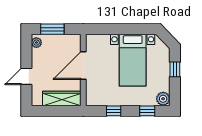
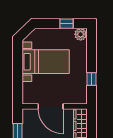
window: (175, 69) -> (67, 24), moved
window: (147, 111) -> (91, 49), removed

